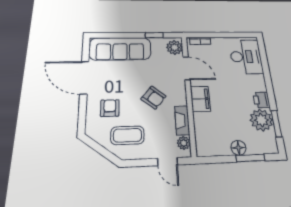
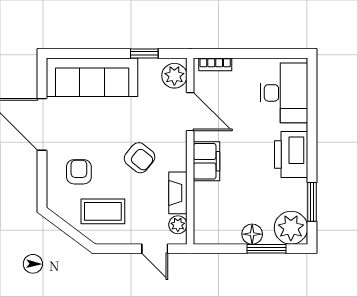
printer: (261, 100) -> (291, 154), width x1.87, depth x1.48
plant: (261, 120) -> (291, 228), moved

